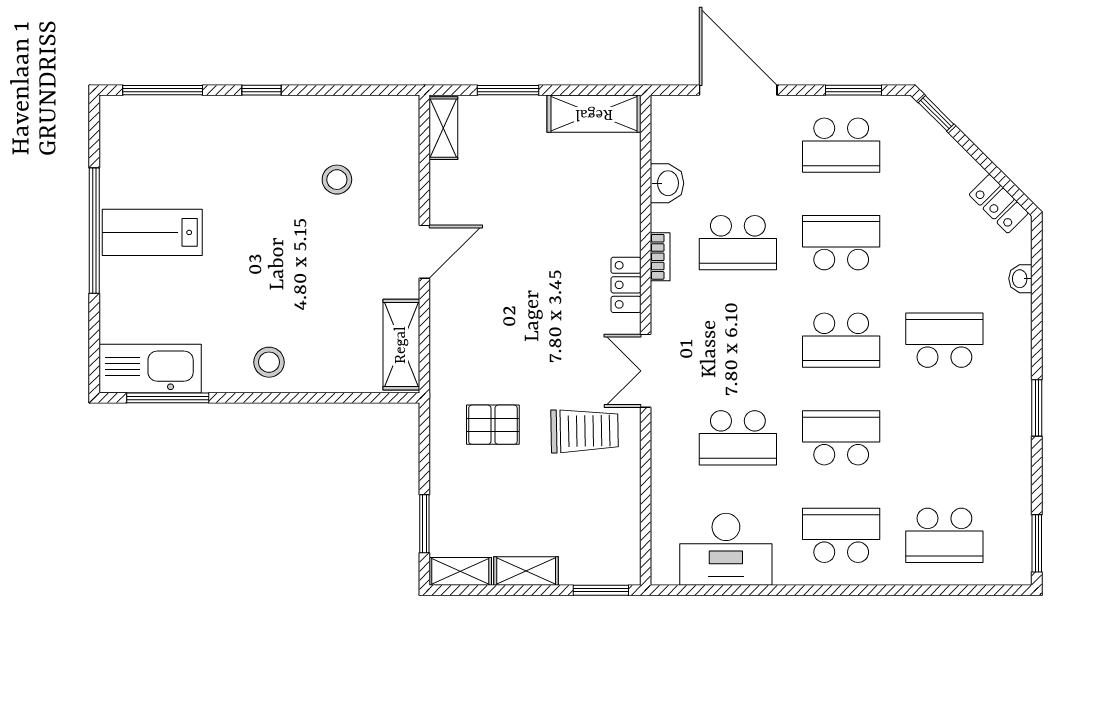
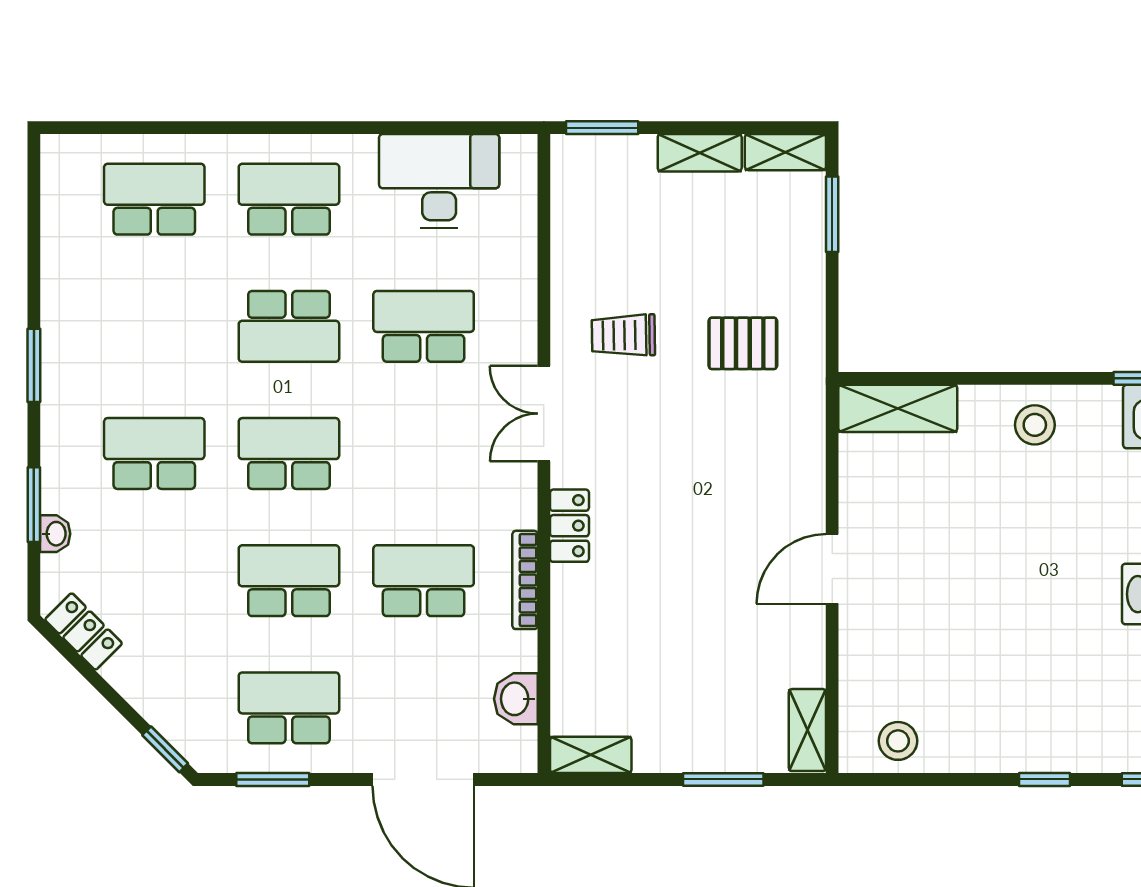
shelving: (594, 114) -> (591, 755), width x0.67, depth x0.75
stool: (337, 180) -> (898, 741), moved
washbasin: (667, 183) -> (516, 699), moved
school desk: (841, 243) -> (289, 581), turned 180
bookcase: (660, 257) -> (525, 580), width x1.56
school desk: (944, 340) -> (154, 454), turned 180
shelving: (401, 345) -> (898, 408), moved, turned 90
double door: (646, 371) -> (544, 414), swing flipped
trolley: (585, 431) -> (623, 335), width x0.73, depth x0.72
school desk: (841, 535) -> (289, 199), turned 180
window: (1037, 543) -> (34, 505), moved

